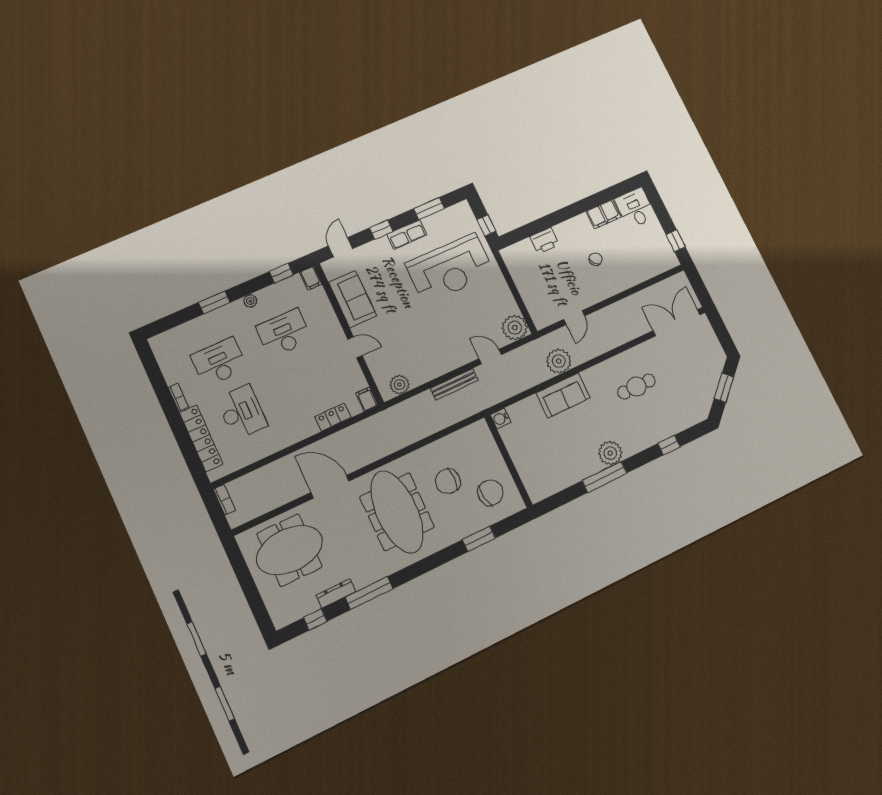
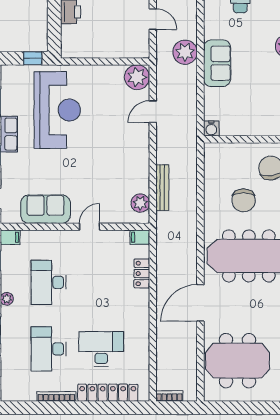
bench: (454, 384) -> (162, 188), moved
bookcase: (178, 397) -> (56, 396), width x1.56
meeting table: (290, 550) -> (237, 361), turned 90

